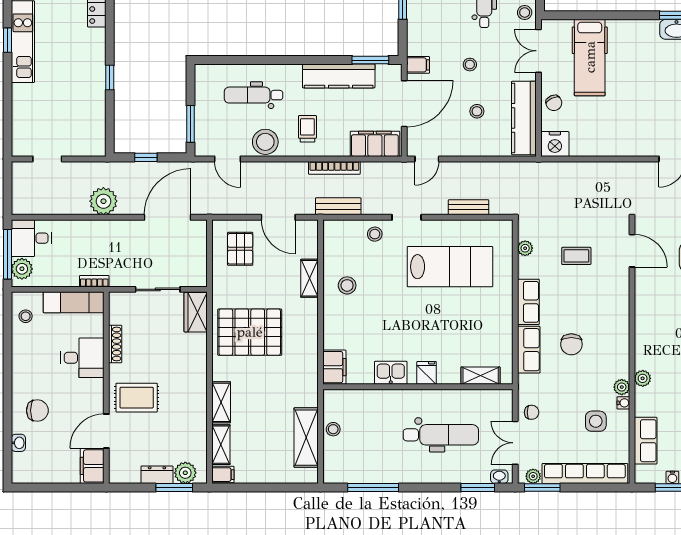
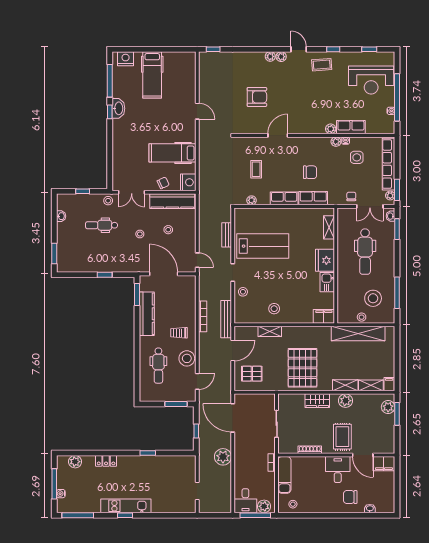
hospital bed: (590, 57) -> (172, 153), moved, turned 180
filing cabinet: (418, 65) -> (140, 266), removed
filing cabinet: (375, 144) -> (188, 292), removed
bench: (338, 206) -> (226, 319), width x1.36
door: (632, 251) -> (278, 135), moved
lab bench: (450, 267) -> (263, 246), turned 90
wardrobe: (196, 312) -> (317, 401), moved
desk: (82, 358) -> (338, 470), moved
fridge: (427, 373) -> (325, 260), width x1.88, depth x1.34
plant: (196, 403) -> (346, 401), added
chair: (37, 411) -> (350, 497), turned -90
dental chair: (441, 435) -> (365, 252), turned 180
shelving: (306, 438) -> (358, 334), width x1.47
row of seats: (646, 441) -> (351, 127), moved
stool: (364, 448) -> (373, 298), added
dresser: (157, 475) -> (389, 424), removed

